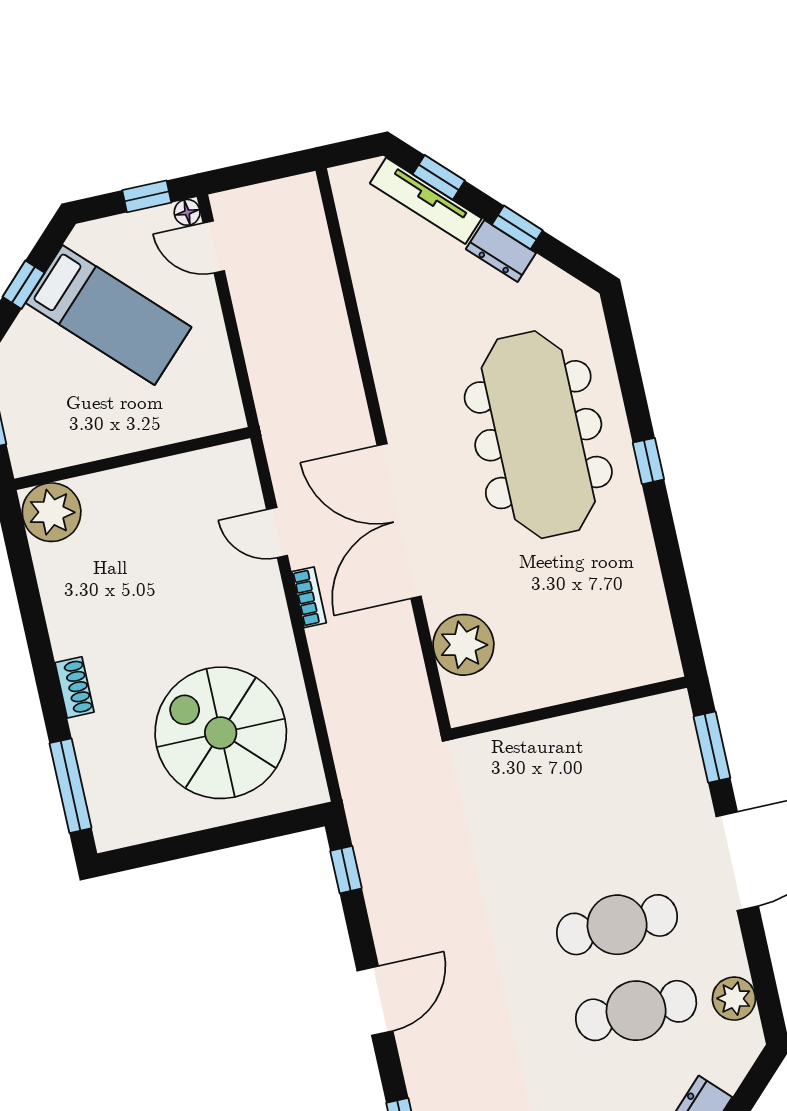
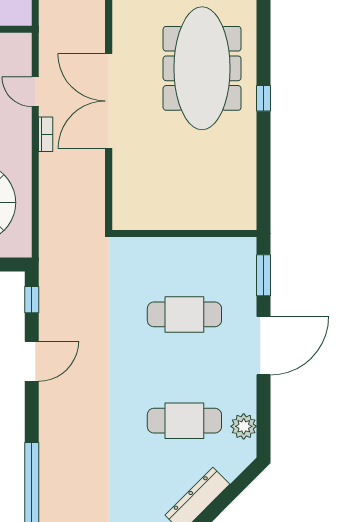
plant: (463, 645) -> (130, 182), removed
cafe table: (617, 925) -> (184, 314), moved
door: (375, 1001) -> (32, 361), moved

